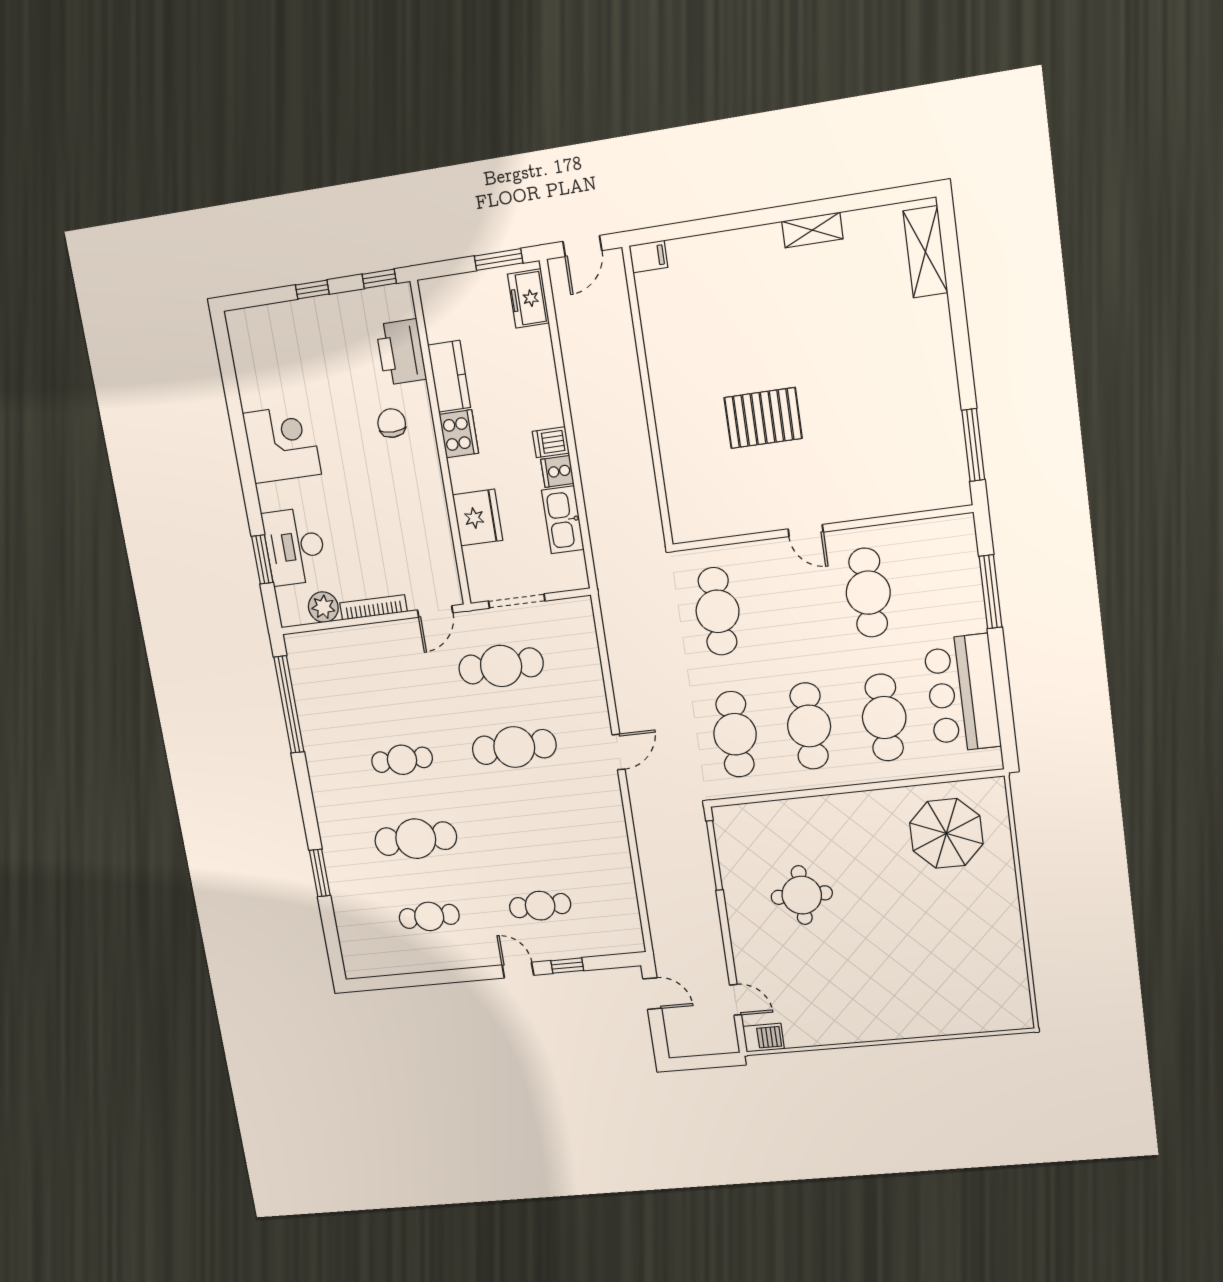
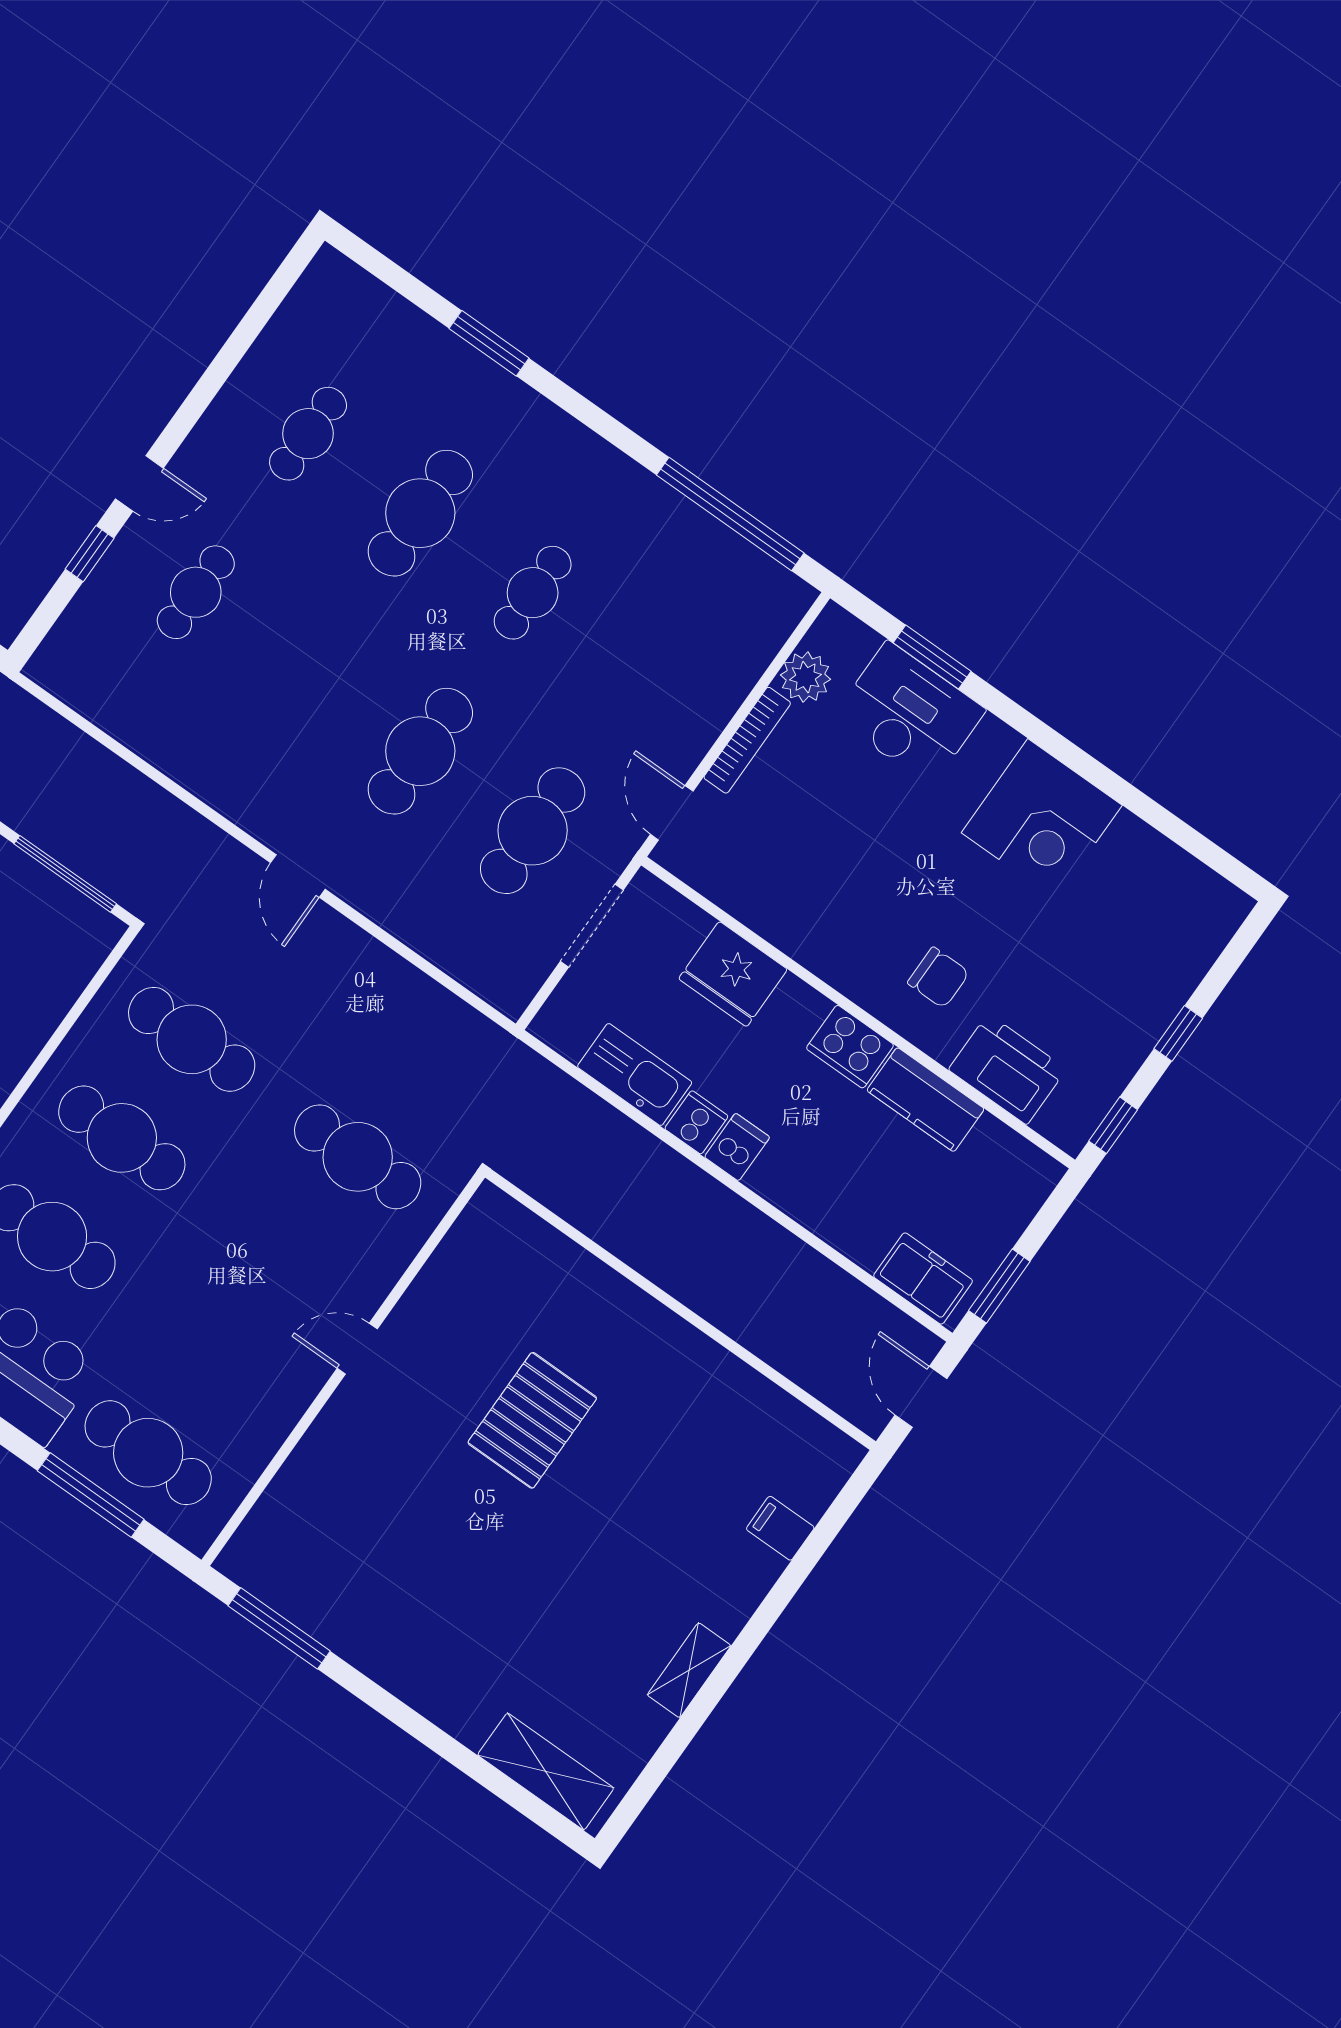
filing cabinet: (648, 257) -> (780, 1528), moved, turned 90
cafe table: (868, 593) -> (148, 1453), moved

